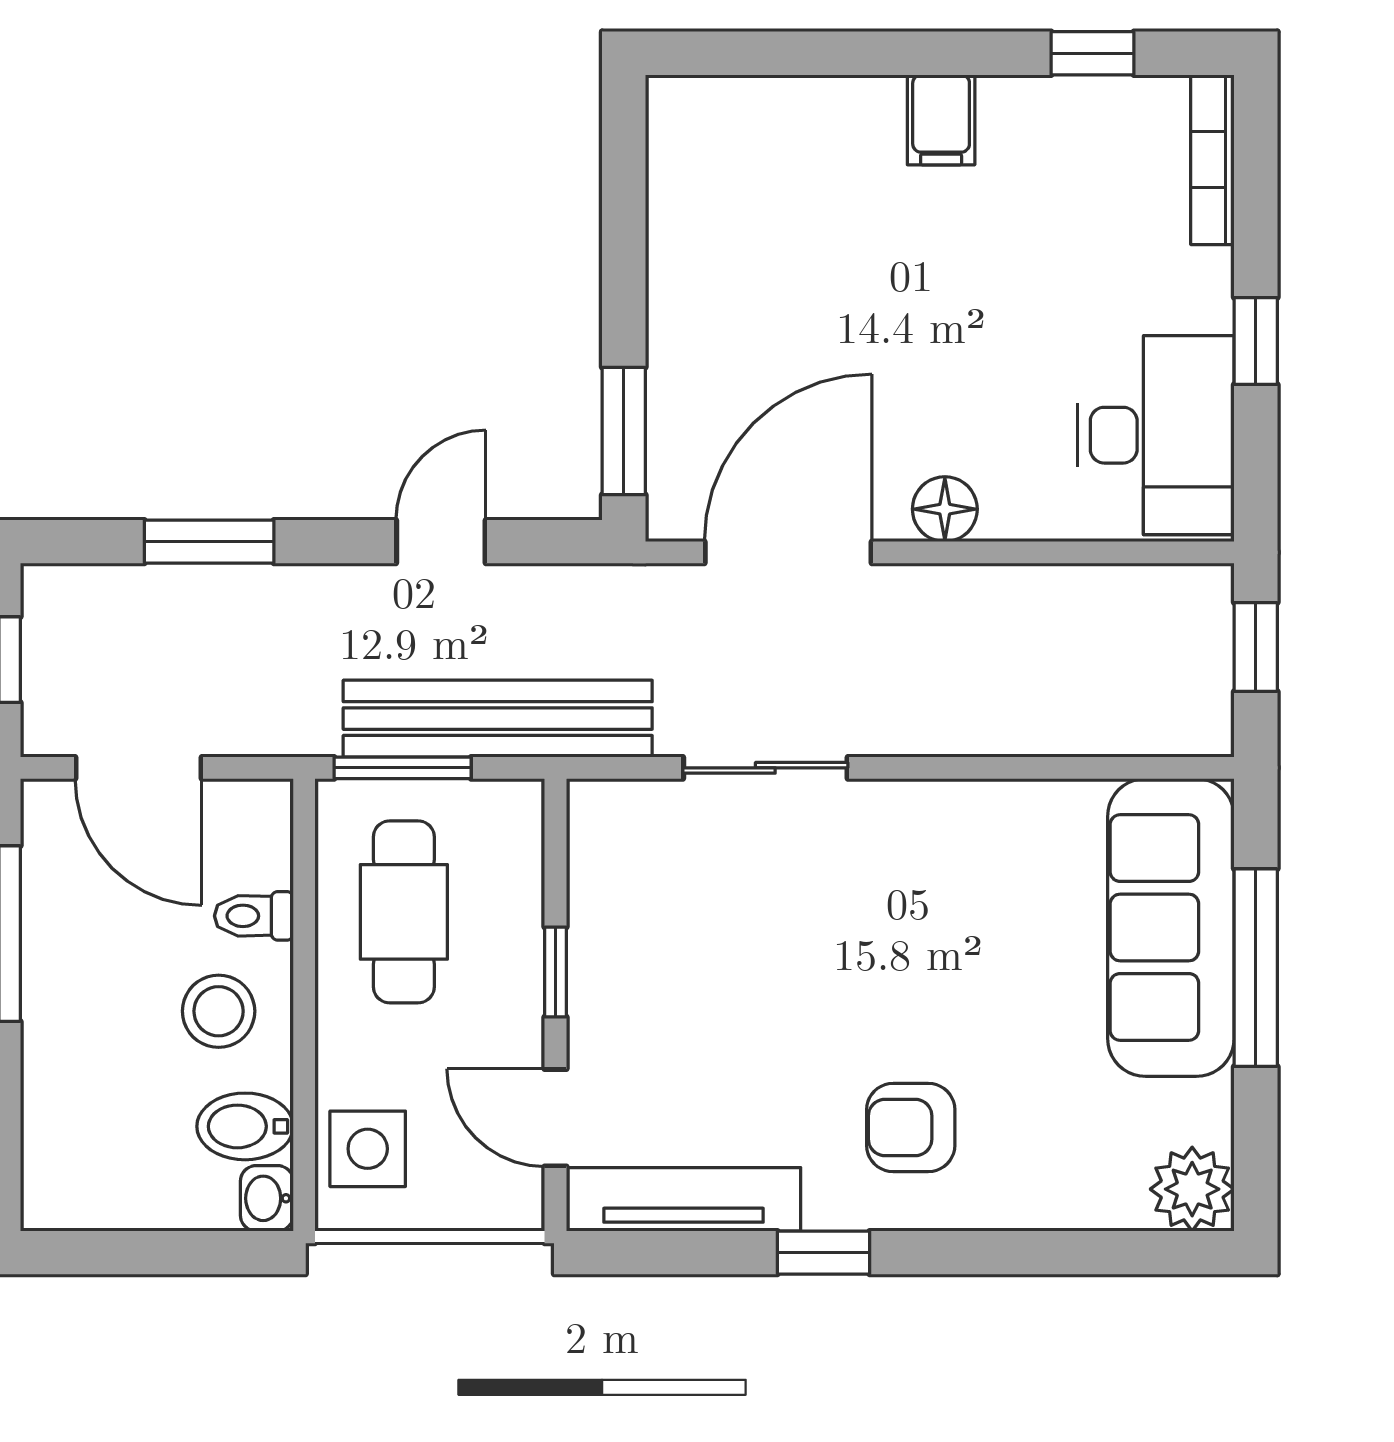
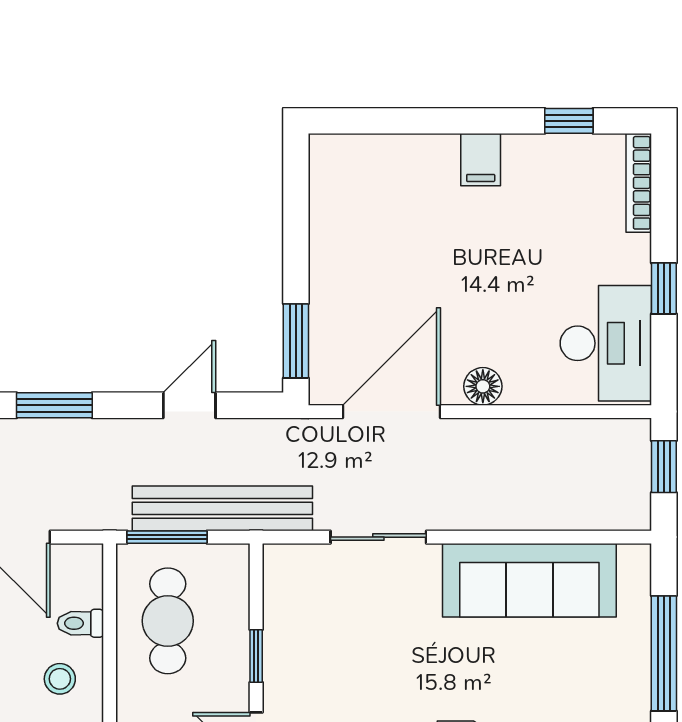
sofa: (1171, 927) -> (529, 580), moved, turned -90
stool: (219, 1011) -> (60, 679), width x0.73, depth x0.73

